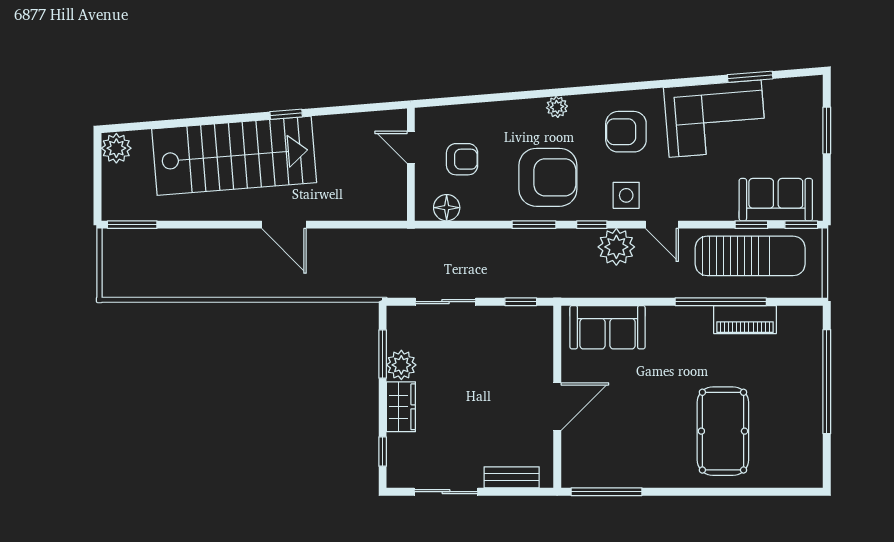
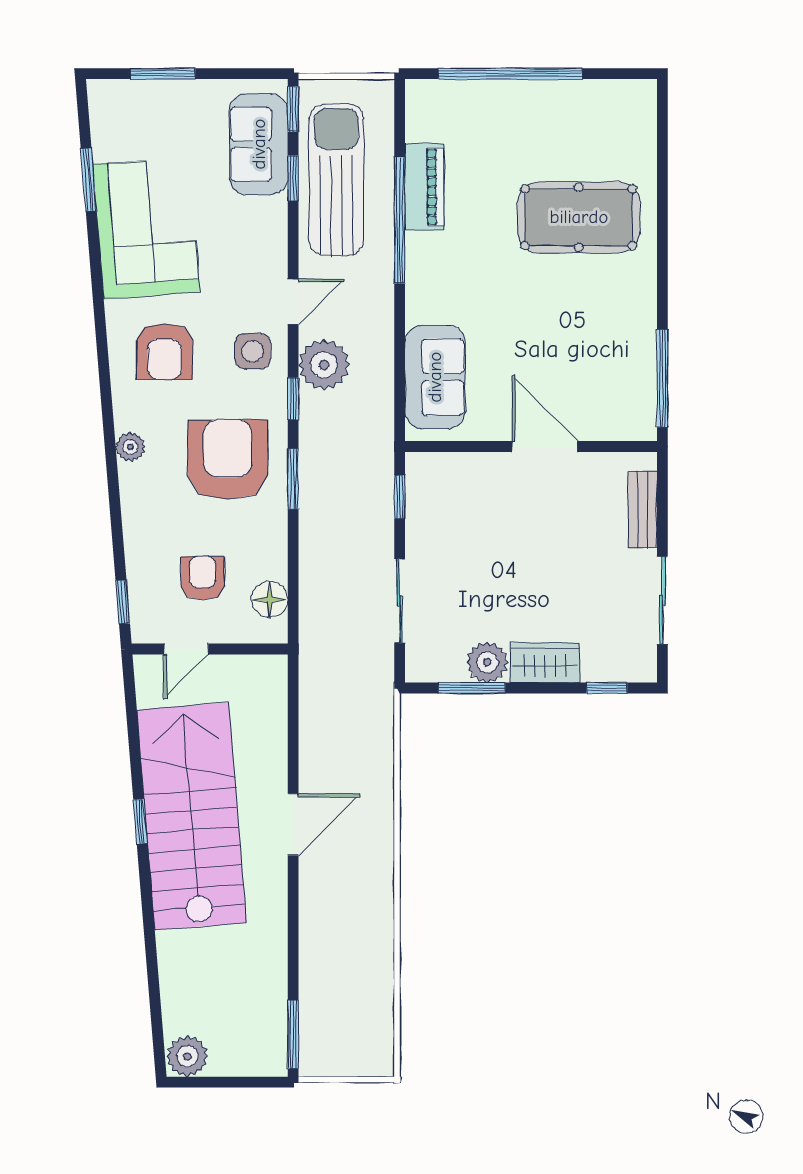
window: (445, 101) -> (123, 602), added
stairs: (234, 156) -> (192, 816), moved

